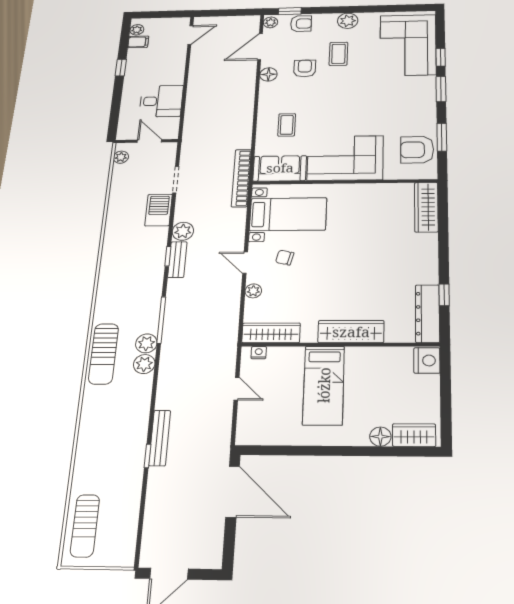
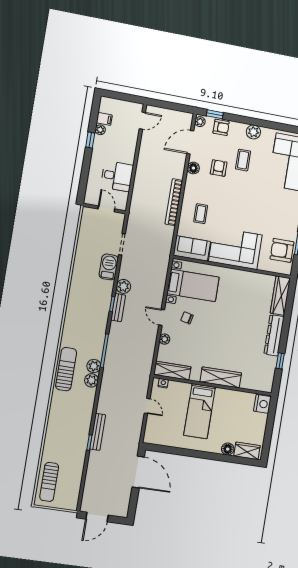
plant: (137, 30) -> (100, 130), moved
plant: (121, 157) -> (86, 219), removed
bookcase: (241, 178) -> (174, 202), moved
dresser: (427, 314) -> (274, 335), moved
sun lounger: (104, 354) -> (66, 369), turned 180

